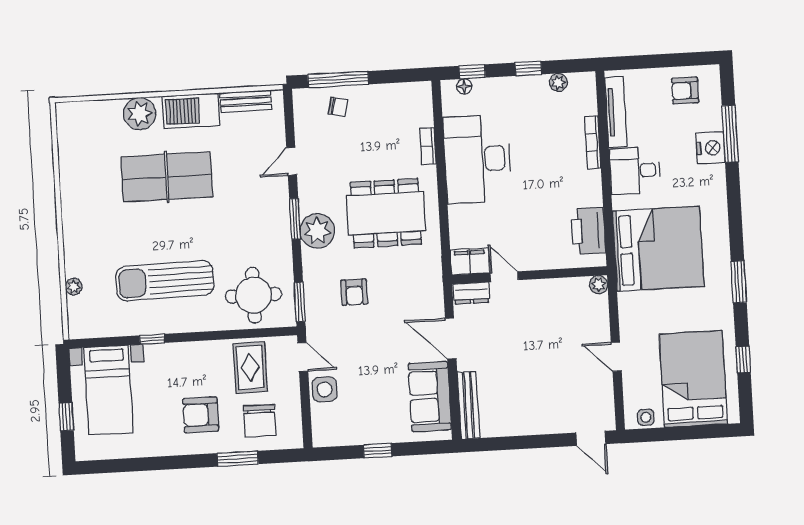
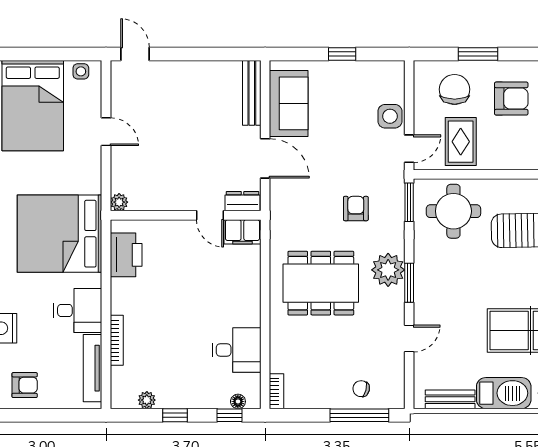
bookcase: (428, 146) -> (276, 391), moved
desk: (477, 159) -> (237, 350), width x0.53, depth x0.77
door: (303, 357) -> (409, 149), swing flipped

